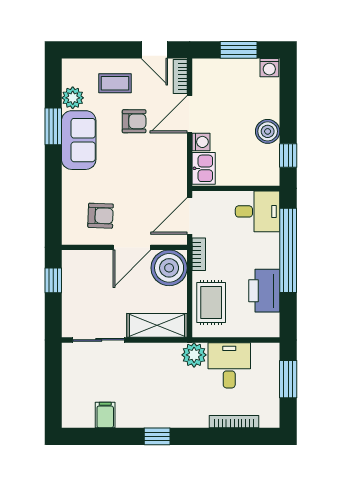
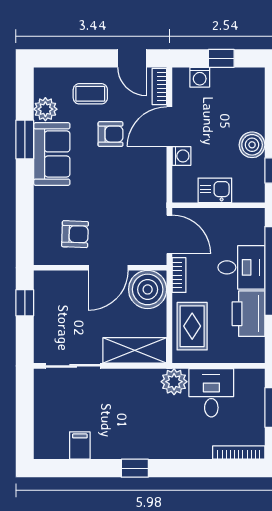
window: (239, 50) -> (221, 58), width x0.67
washing machine: (269, 68) -> (200, 77), moved
kitchen sink: (204, 168) -> (215, 190), moved, turned -90
desk: (258, 211) -> (241, 267), moved
door: (190, 216) -> (169, 234), swing flipped
bookcase: (234, 422) -> (239, 452), moved

